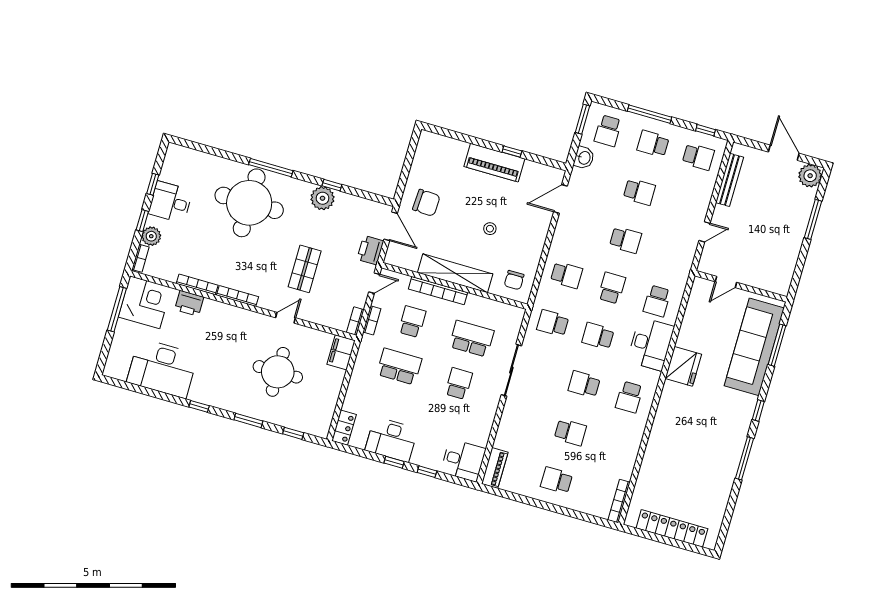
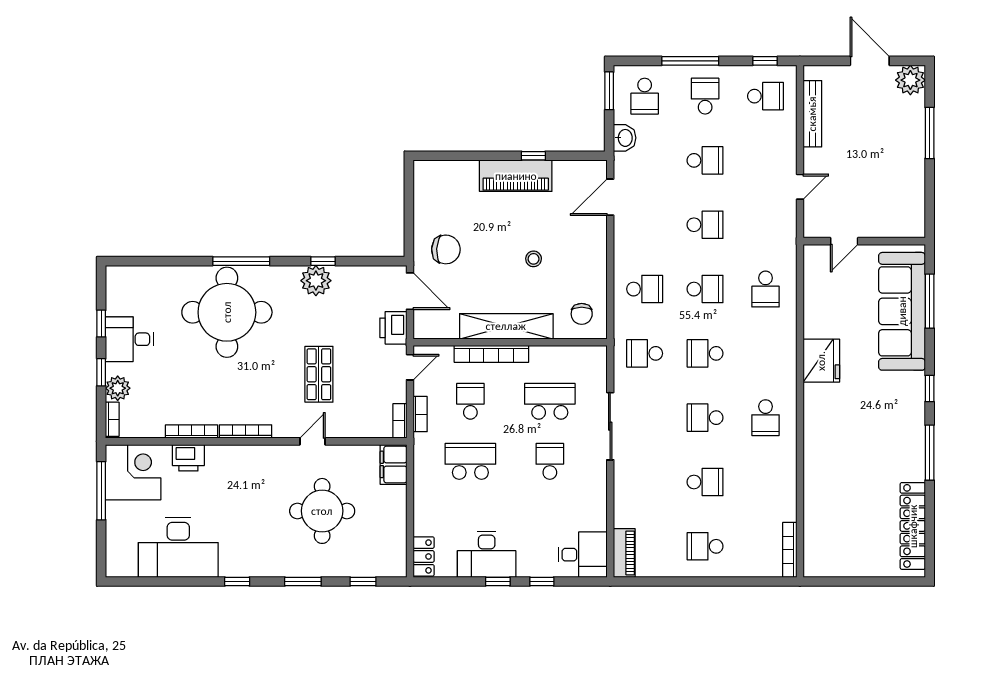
school desk: (653, 144) -> (705, 96), turned 90
school desk: (612, 288) -> (705, 289), turned 90
desk: (651, 344) -> (773, 344), removed
locker: (672, 528) -> (913, 526), moved, turned -90

